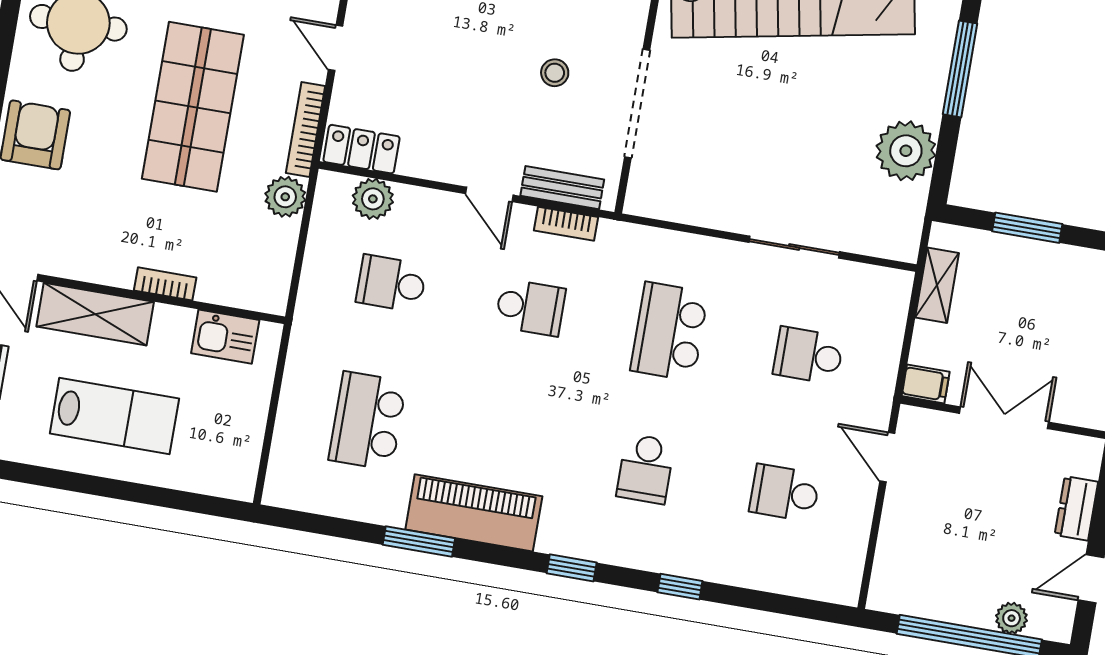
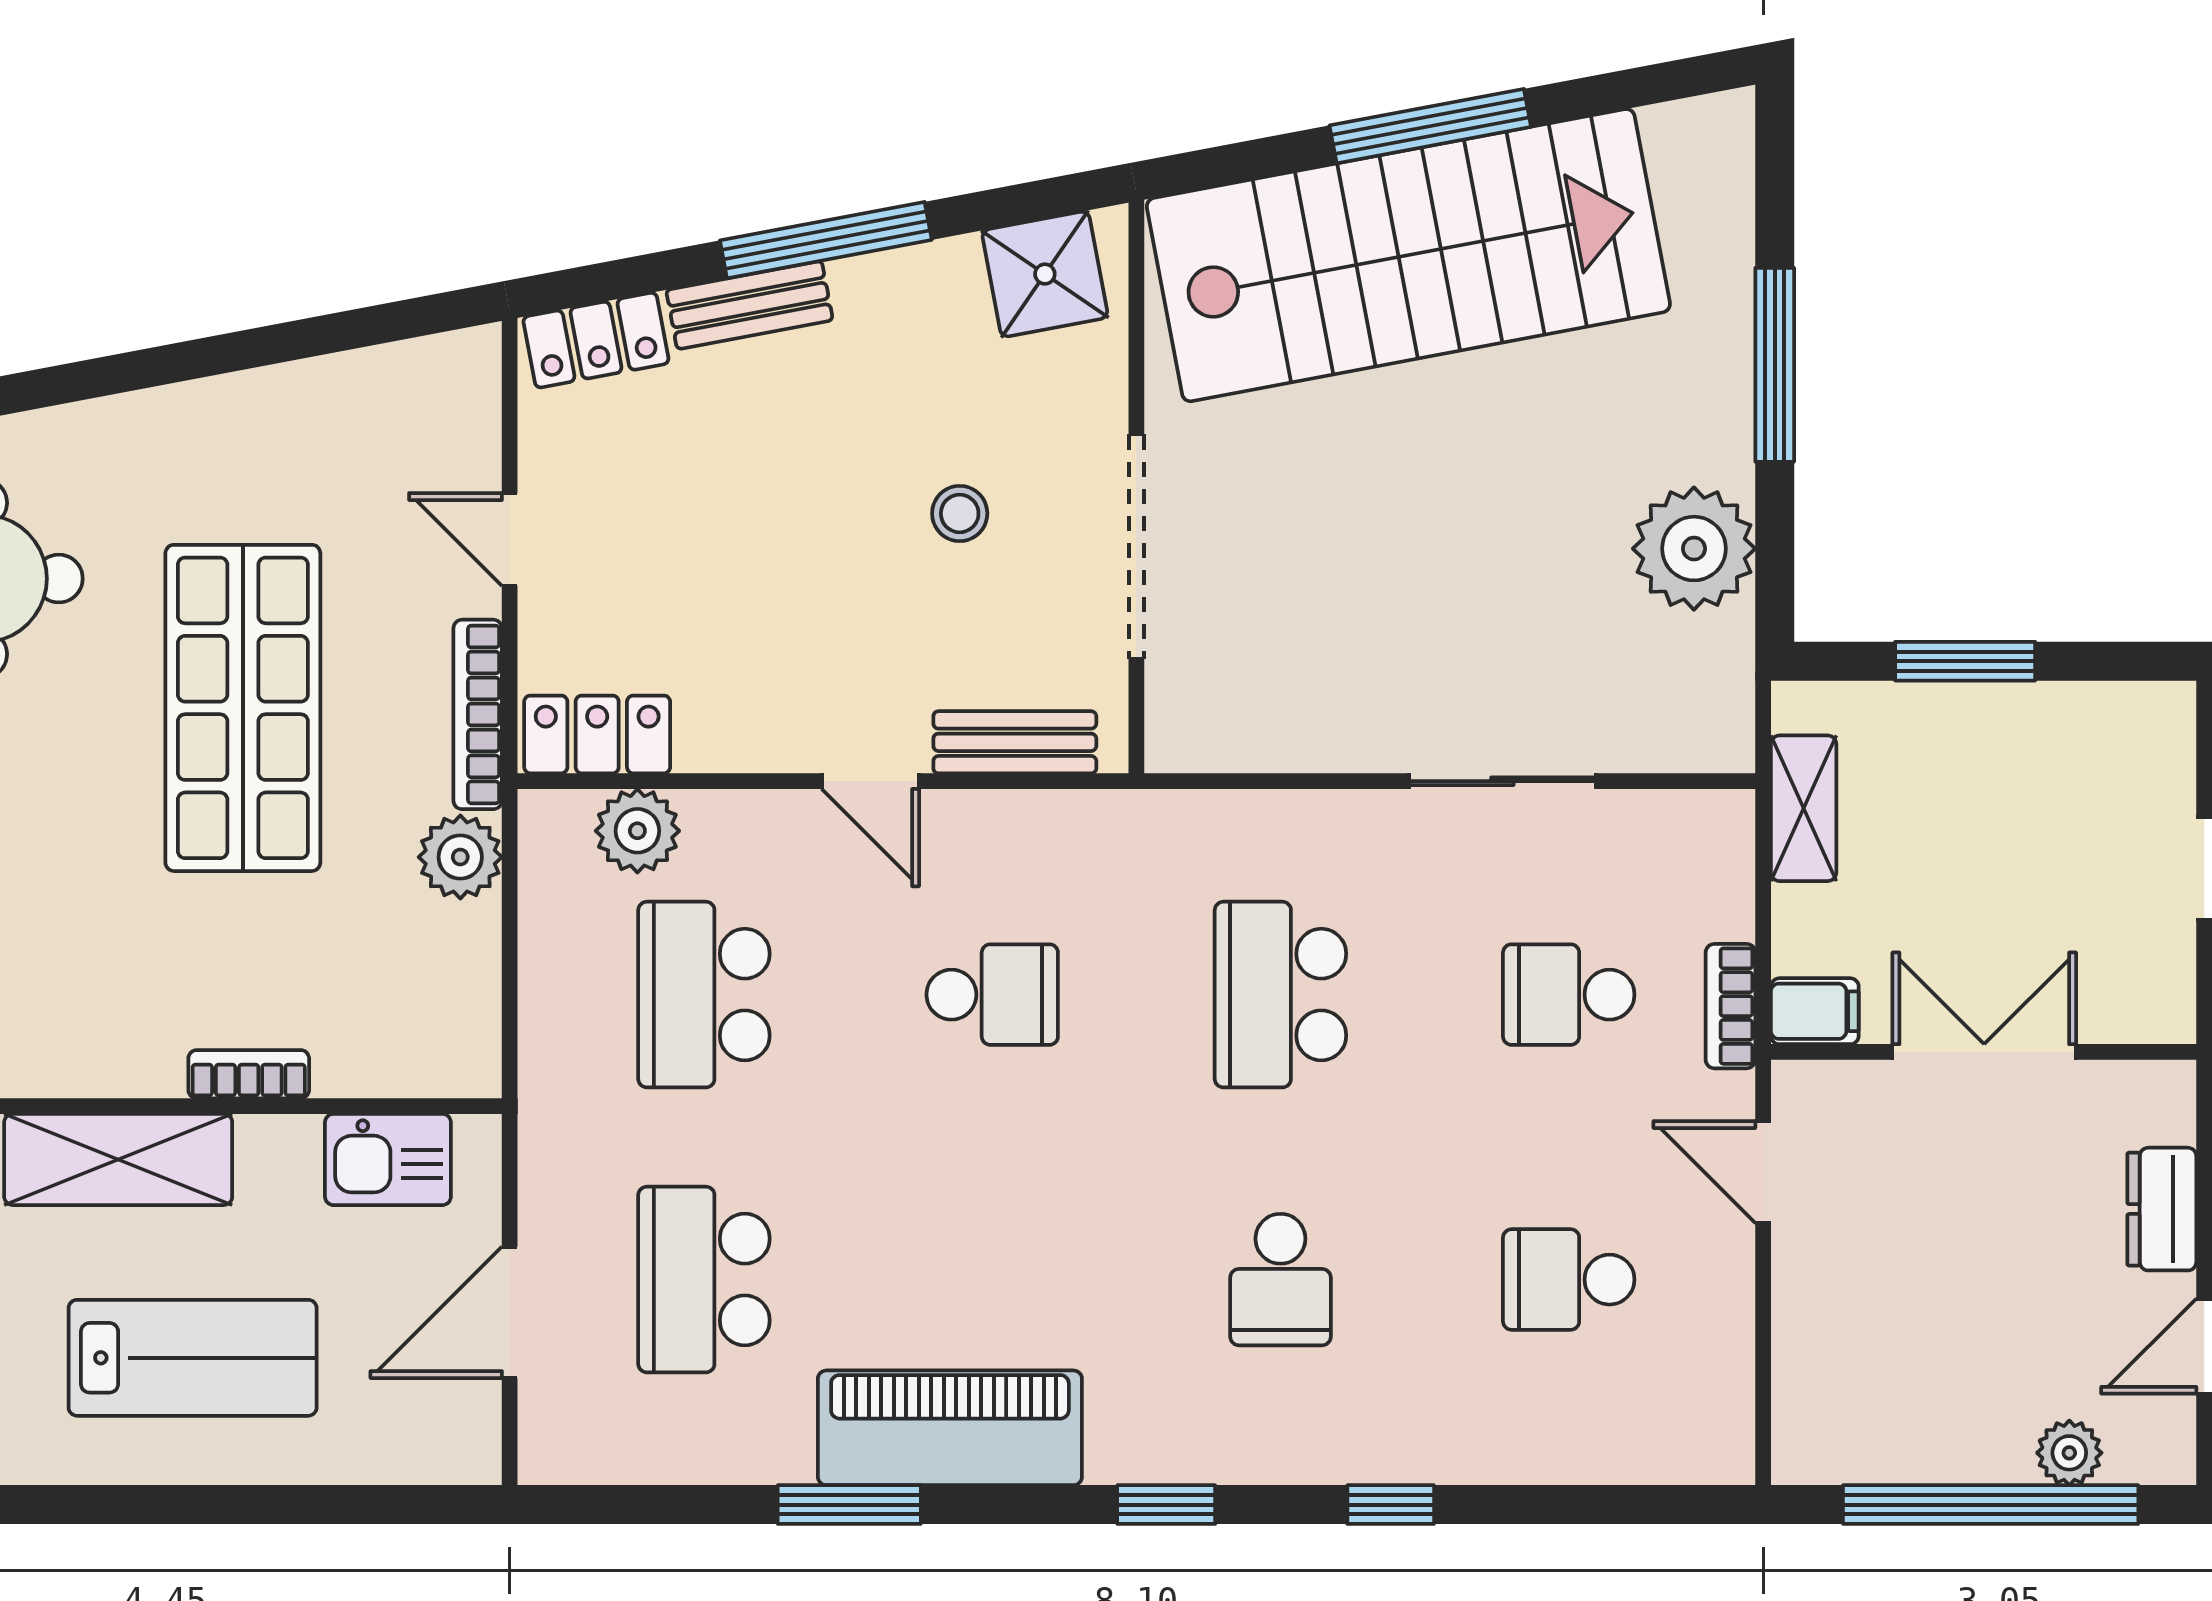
bookcase: (566, 224) -> (1730, 1006), moved, turned 90
school desk: (391, 283) -> (704, 995), width x1.85
door: (271, 420) -> (510, 1312), added

